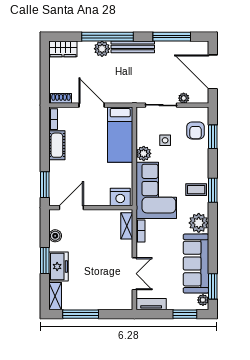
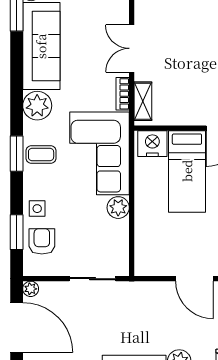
plant: (184, 98) -> (31, 289), moved
bed: (120, 135) -> (187, 171), moved, turned 180
side table: (165, 140) -> (37, 209), moved
double door: (134, 274) -> (132, 48), moved

